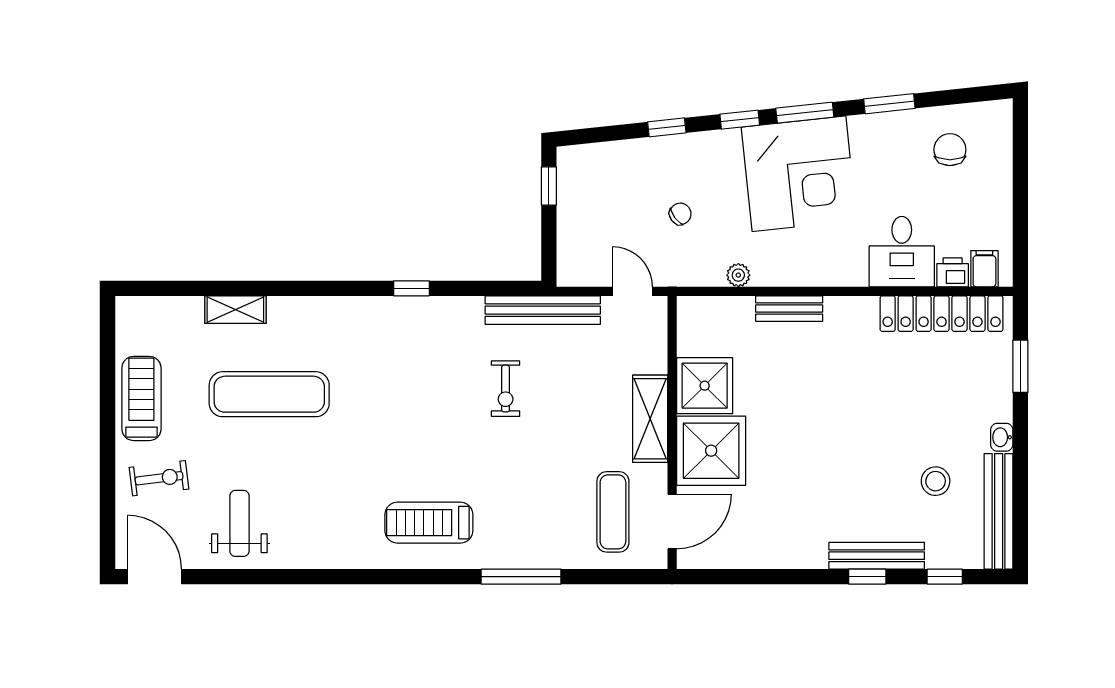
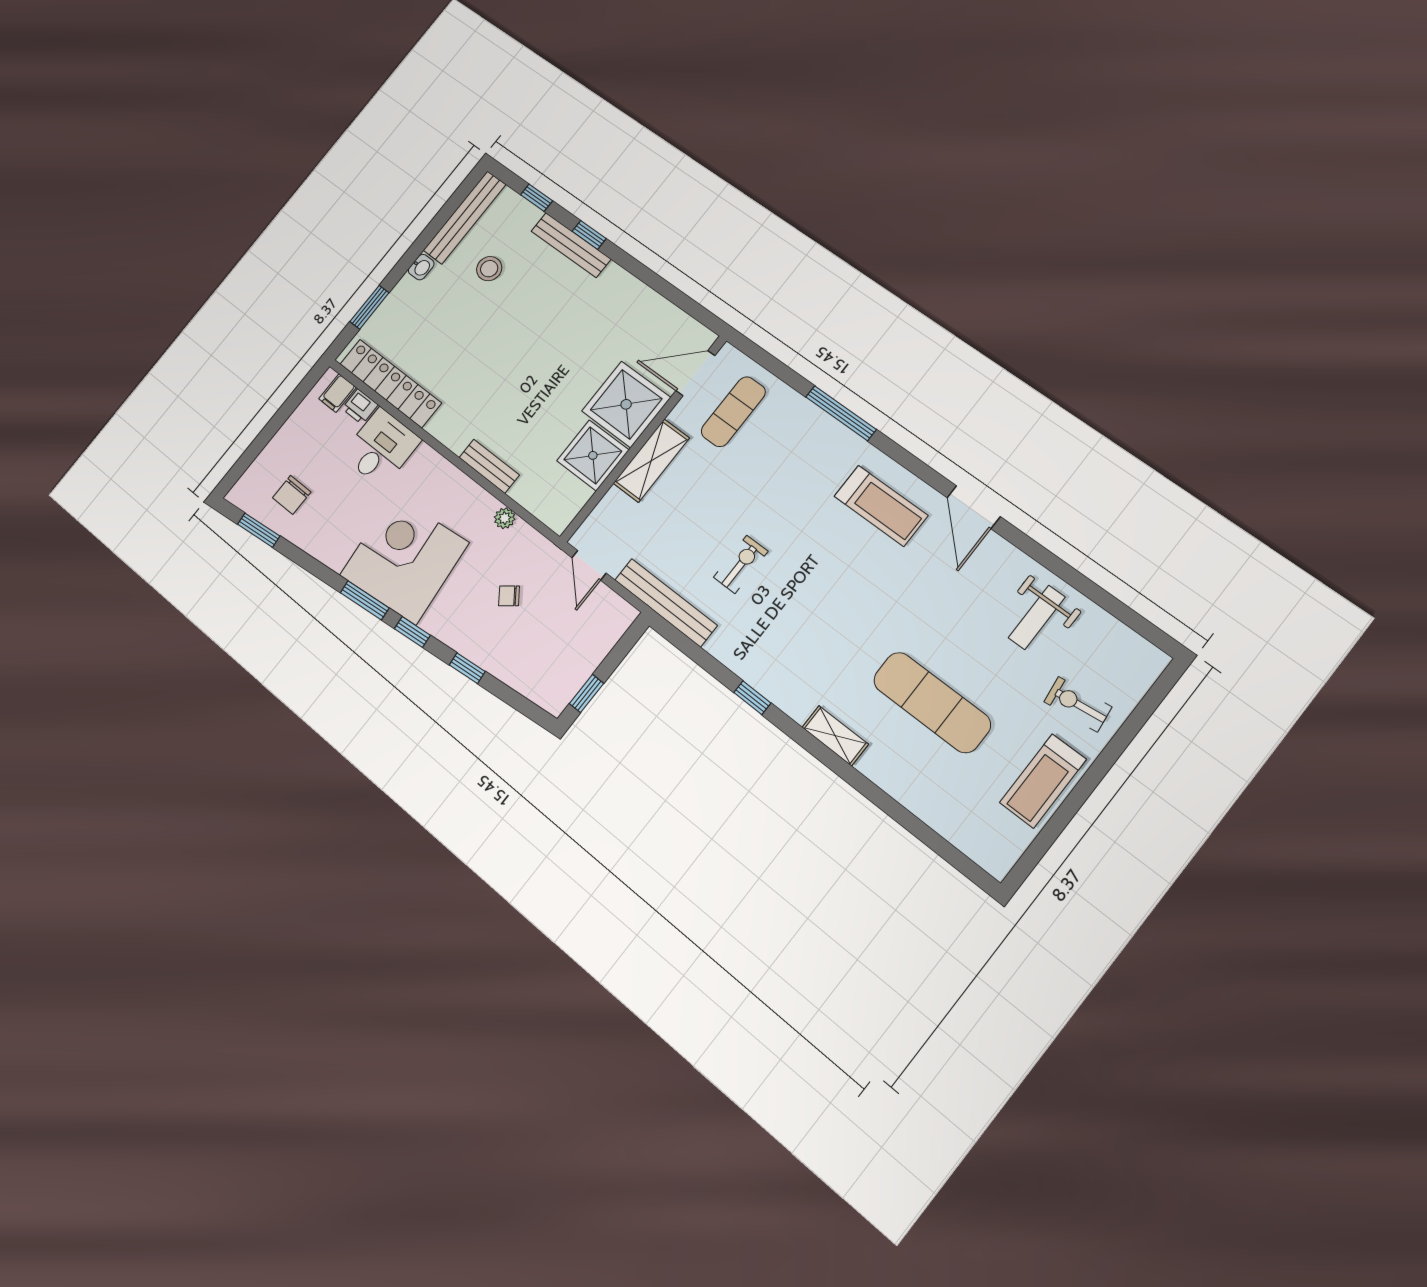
window: (889, 104) -> (259, 530), moved
shelving: (235, 310) -> (835, 736), moved
door: (154, 577) -> (974, 507), moved

